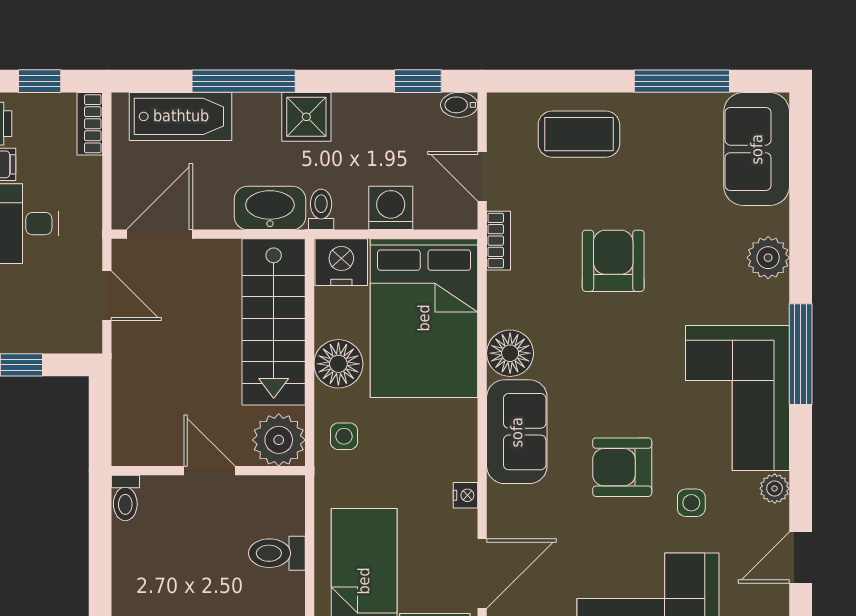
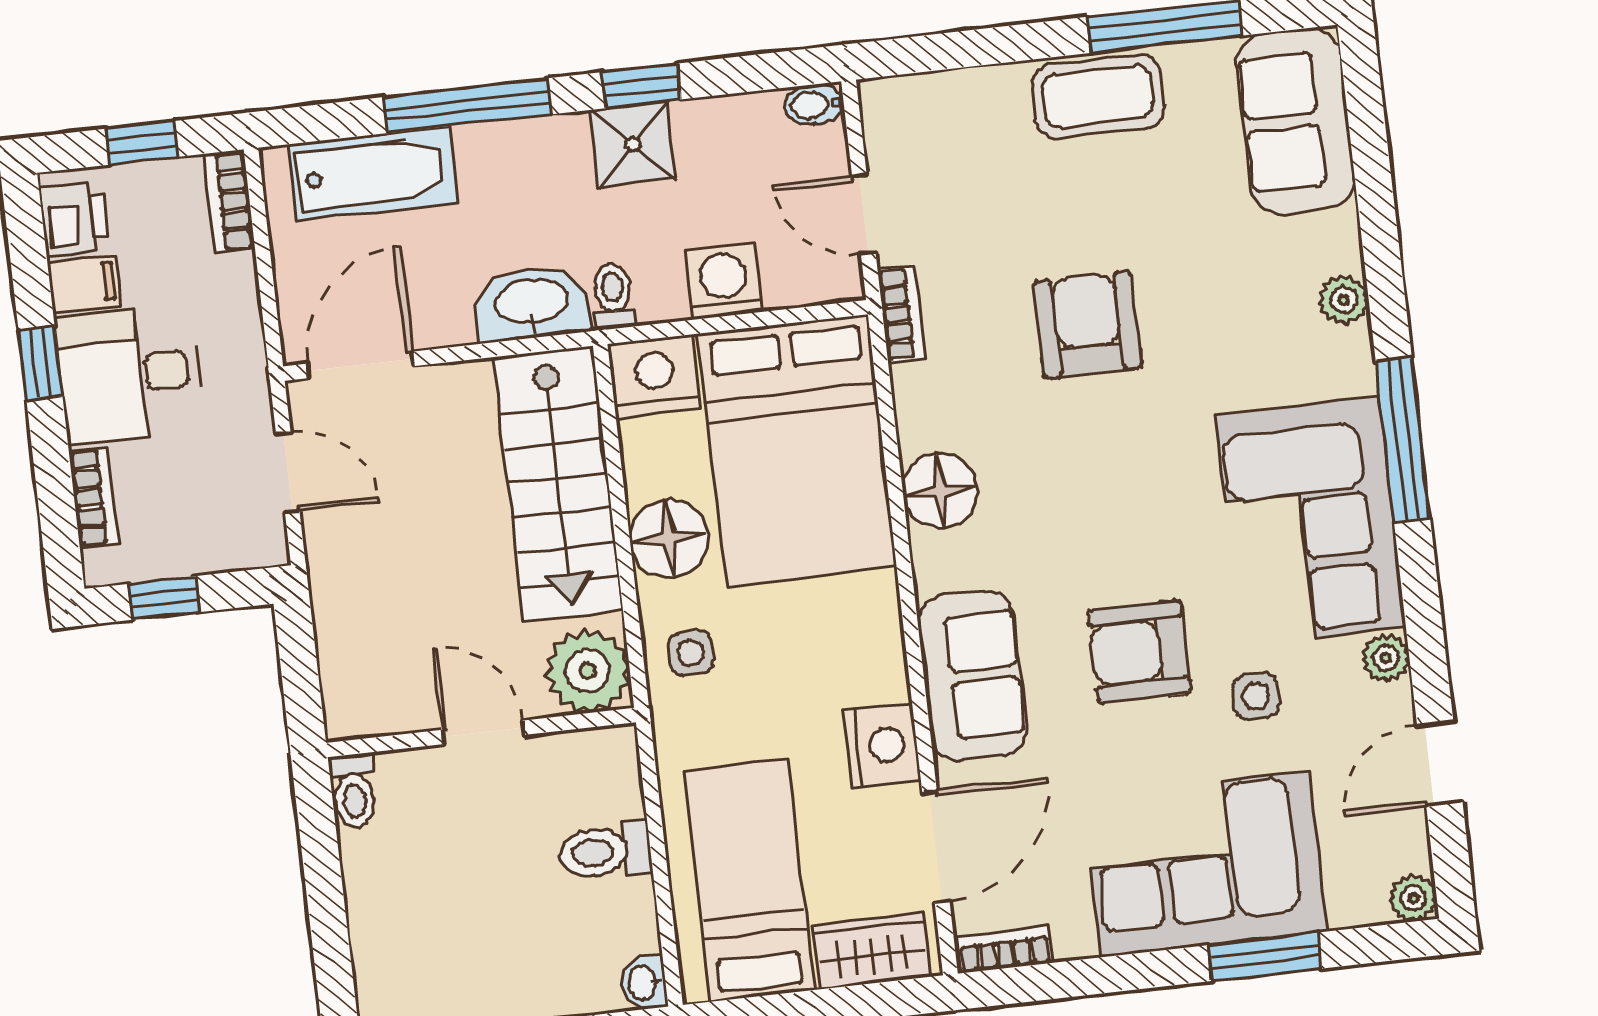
window: (418, 81) -> (642, 86), moved
shower: (306, 117) -> (633, 144), moved
coffee table: (579, 134) -> (1098, 96), moved
plant: (768, 258) -> (1344, 300), width x0.73, depth x0.73
sofa: (517, 432) -> (972, 676), moved
nightstand: (465, 495) -> (882, 745), width x1.89, depth x1.79

